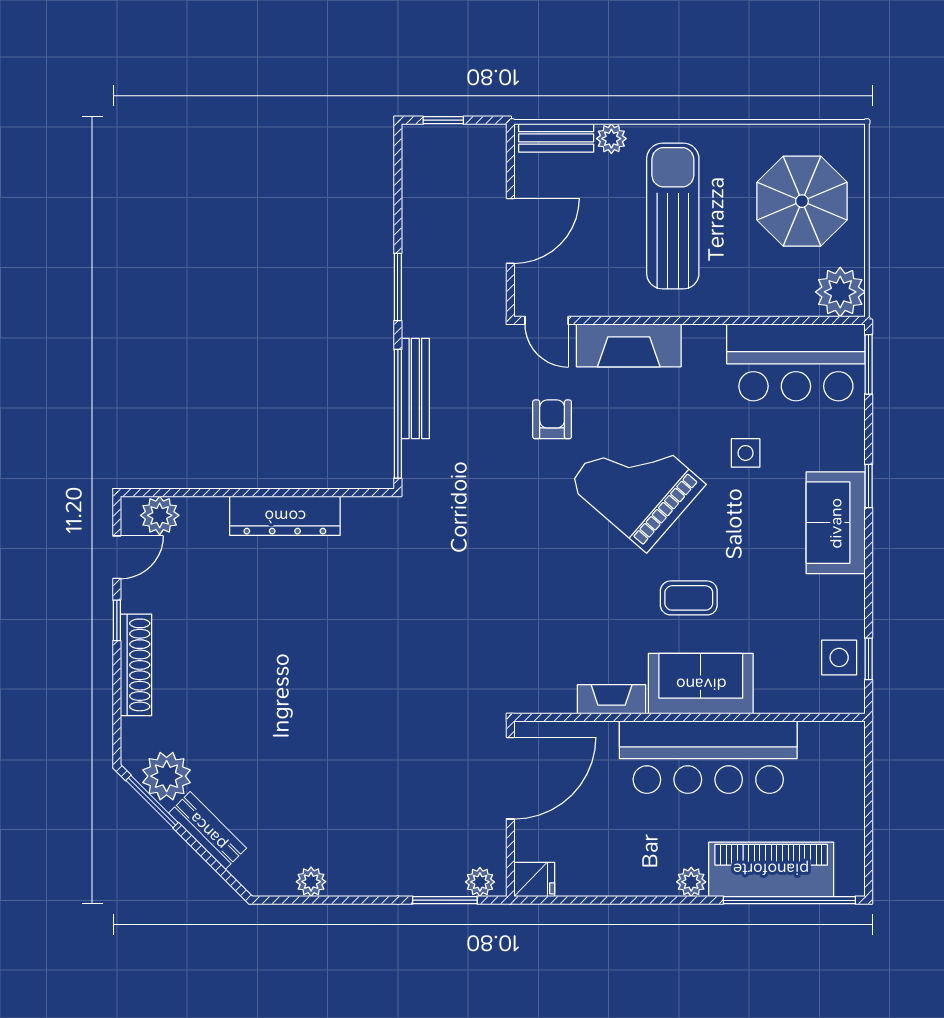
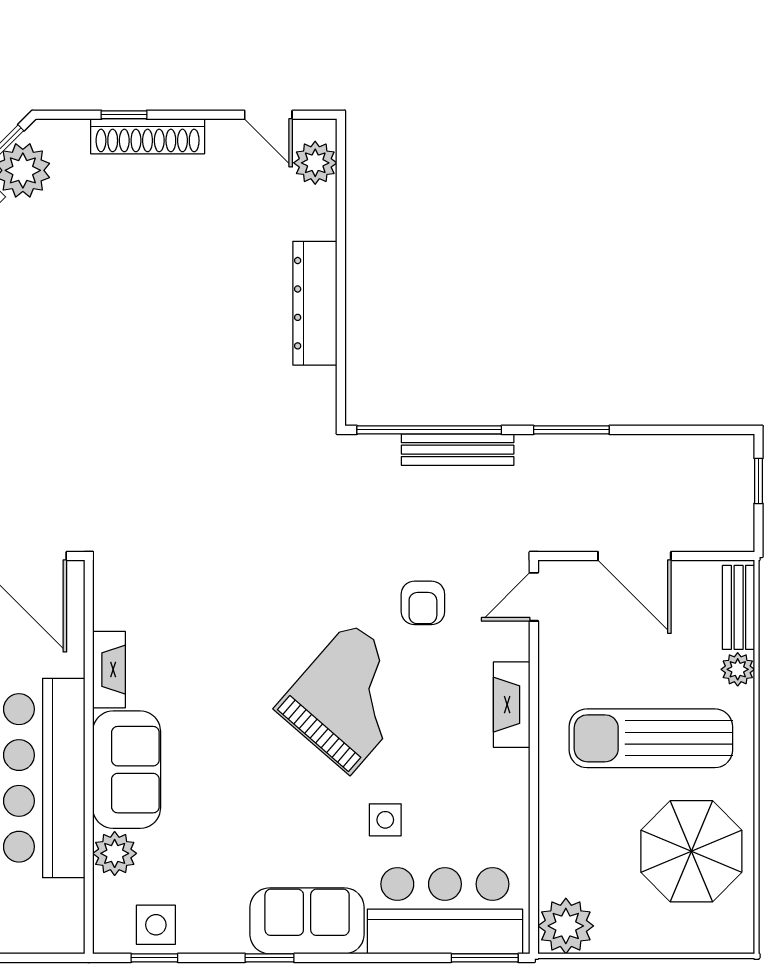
parasol: (802, 201) -> (691, 851), moved
sun lounger: (673, 216) -> (651, 738), turned 180
fireplace: (629, 345) -> (512, 705), width x0.73, depth x0.76
bar counter: (796, 362) -> (445, 911), moved, turned 90
armchair: (552, 419) -> (423, 603), turned 90
window: (869, 486) -> (270, 958), moved
coffee table: (689, 598) -> (223, 756), removed
window: (117, 620) -> (124, 115), moved
plant: (776, 694) -> (115, 853), added

